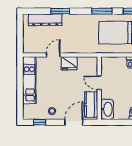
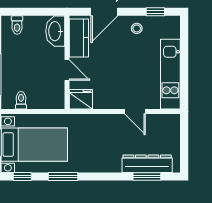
window: (60, 11) -> (147, 177), moved
door: (53, 55) -> (135, 112), hinge flipped
fridge: (69, 63) -> (81, 99), moved

